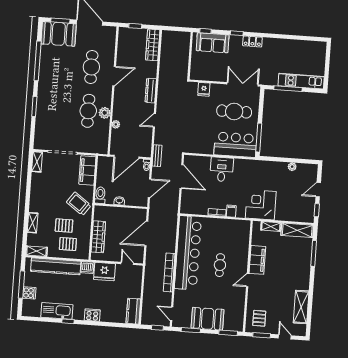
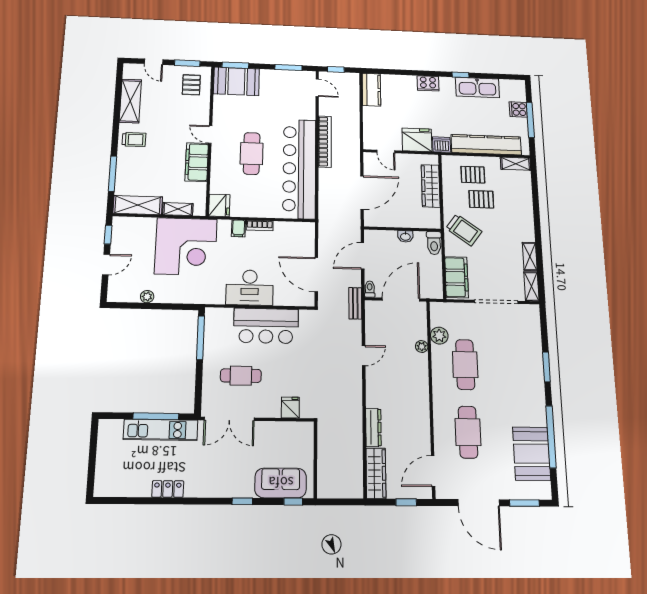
booth: (59, 34) -> (532, 454), moved, turned 90
locker: (252, 41) -> (168, 489), moved
door: (114, 76) -> (433, 471), moved
kitchen unit: (301, 81) -> (161, 430), moved
dresser: (151, 91) -> (373, 427), moved
cafe table: (234, 111) -> (241, 376), width x0.73, depth x0.74
plant: (105, 113) -> (439, 336), moved
bar counter: (235, 145) -> (266, 326), moved
desk: (222, 169) -> (250, 288), width x1.37
corner desk: (261, 205) -> (186, 246), width x1.36, depth x1.36
shelving: (33, 223) -> (530, 256), moved
fridge: (243, 228) -> (219, 205), added
cafe table: (220, 265) -> (252, 154), width x1.37, depth x1.35
trolley: (299, 278) -> (134, 139), added
door: (248, 280) -> (210, 134), swing flipped
booth: (208, 319) -> (236, 81), moved

